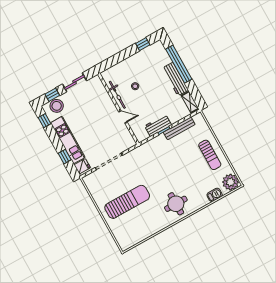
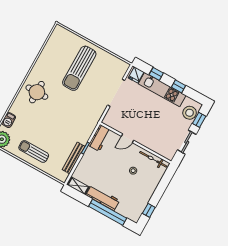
bicycle: (117, 95) -> (153, 159), moved
window: (45, 121) -> (179, 86), moved
workbench: (158, 125) -> (100, 138), moved

